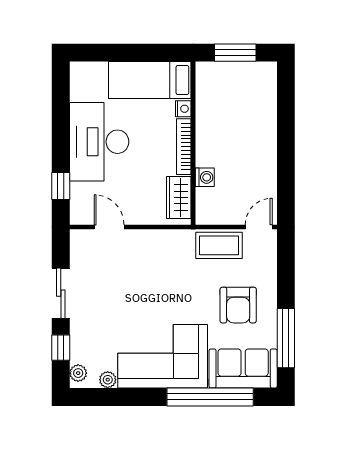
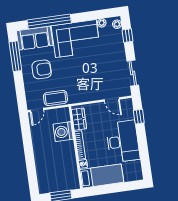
washing machine: (205, 177) -> (63, 132), width x1.89, depth x1.89
sliding door: (61, 293) -> (133, 73), moved
armchair: (238, 305) -> (42, 69), turned 90

